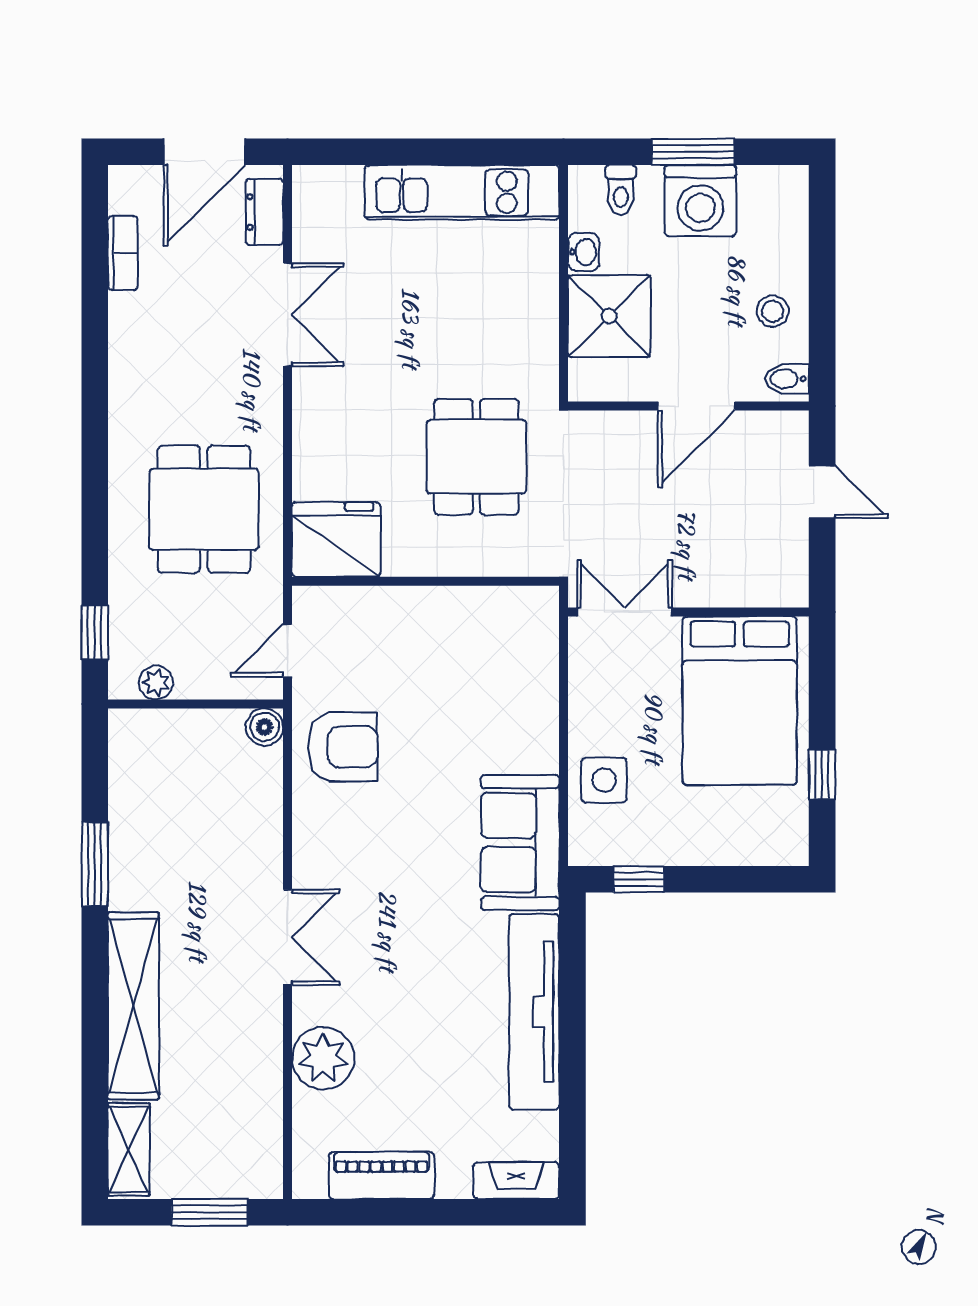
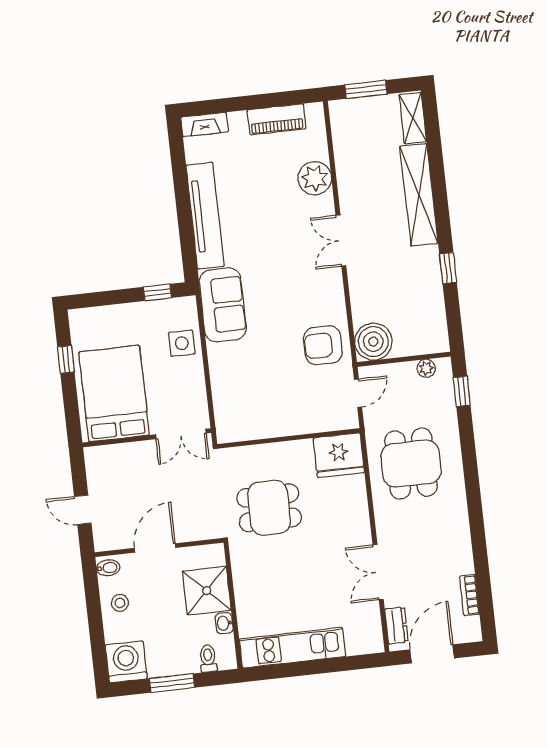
washing machine: (700, 201) -> (126, 662), moved
dining table: (476, 457) -> (269, 508), turned 90
boiler: (264, 727) -> (373, 342), width x1.86, depth x1.86
window: (95, 864) -> (448, 268), width x0.67

